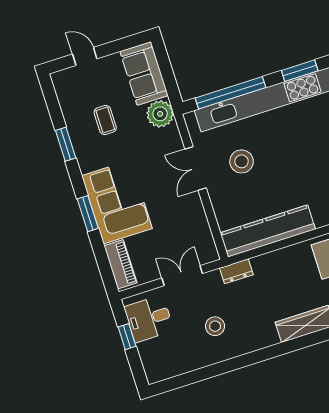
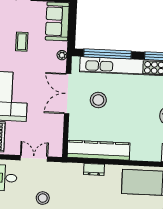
plant: (160, 114) -> (62, 55), width x0.53, depth x0.53
double door: (196, 168) -> (68, 94), width x1.37
dresser: (236, 271) -> (94, 169), moved

